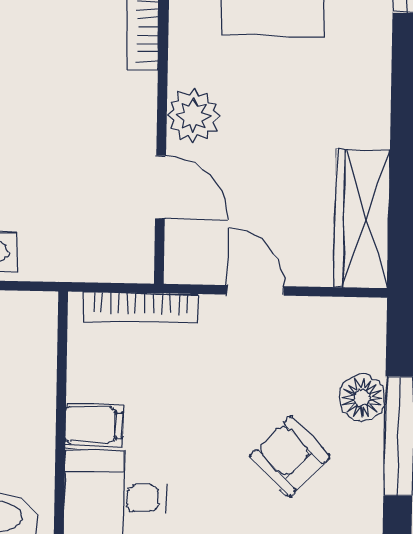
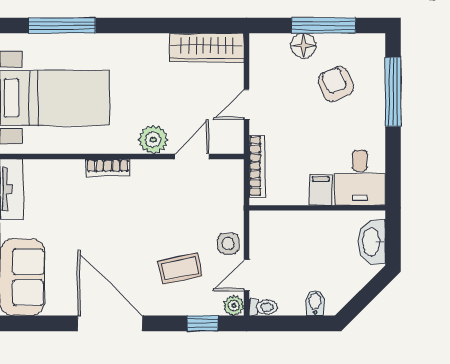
armchair: (290, 457) -> (336, 84), turned 112

